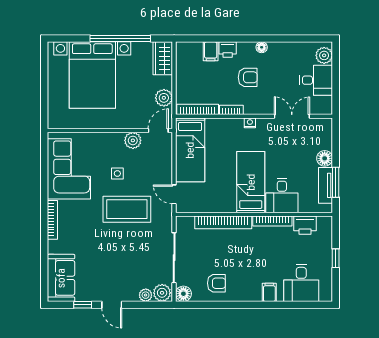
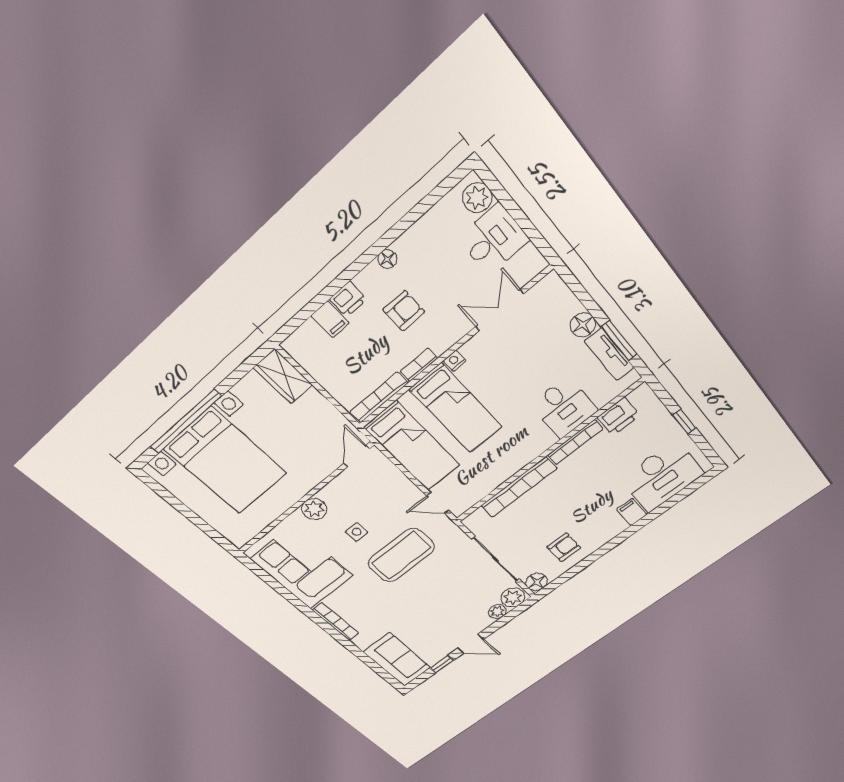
window: (120, 39) -> (186, 422), moved
plant: (164, 98) -> (328, 418), removed
plant: (133, 140) -> (314, 509), moved
bed: (251, 182) -> (456, 408), moved, turned 180
desk: (301, 283) -> (662, 476), width x1.37

